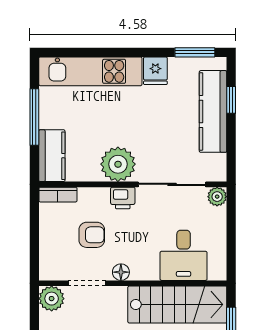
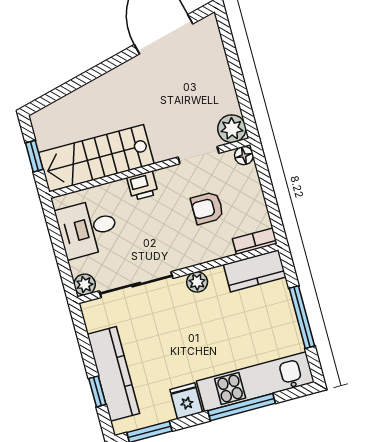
window: (108, 52) -> (242, 407), added
kitchen counter: (52, 156) -> (255, 271), moved, turned -90
plant: (118, 164) -> (197, 282), width x0.53, depth x0.53
printer: (123, 198) -> (142, 186), moved, turned 180
desk: (184, 255) -> (88, 228), moved, turned -90
floor lamp: (121, 272) -> (244, 156), moved

